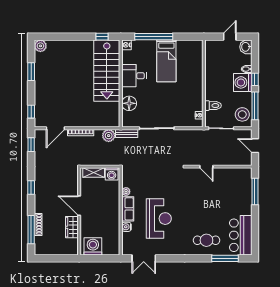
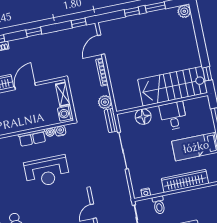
nightstand: (126, 45) -> (204, 101), removed
wardrobe: (196, 77) -> (185, 181), added
window: (31, 112) -> (132, 12), moved
door: (55, 128) -> (101, 45), hinge flipped
reception desk: (159, 219) -> (47, 171), moved
water cooler: (126, 227) -> (60, 131), moved

